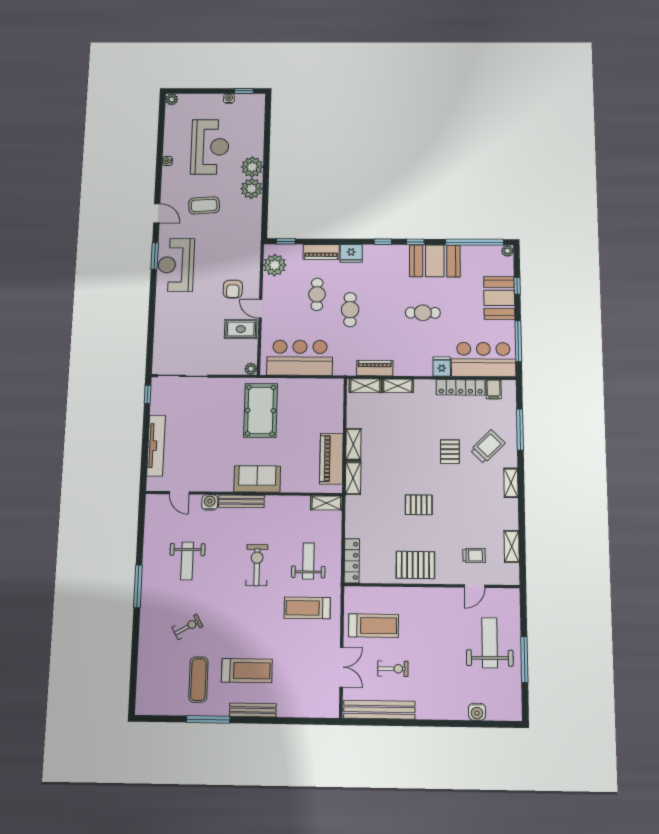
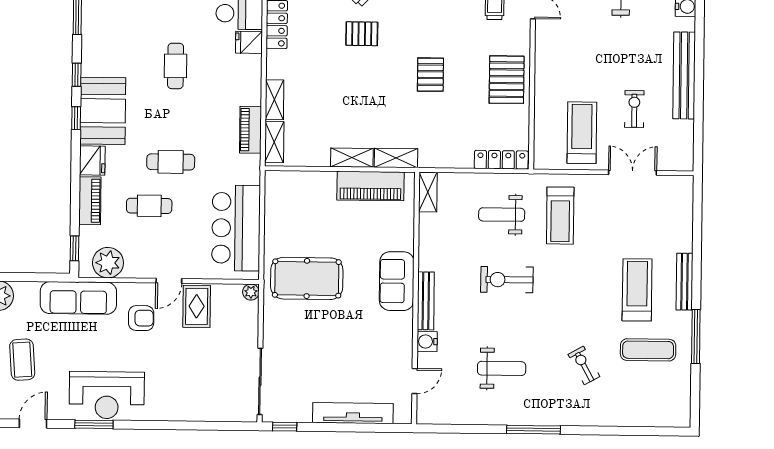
sofa: (249, 244) -> (78, 298), added
booth: (435, 261) -> (103, 111), moved
bench: (379, 710) -> (684, 75), moved

